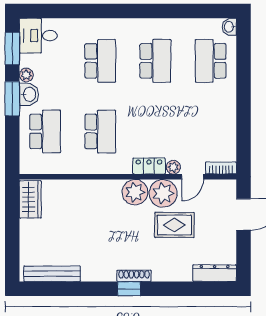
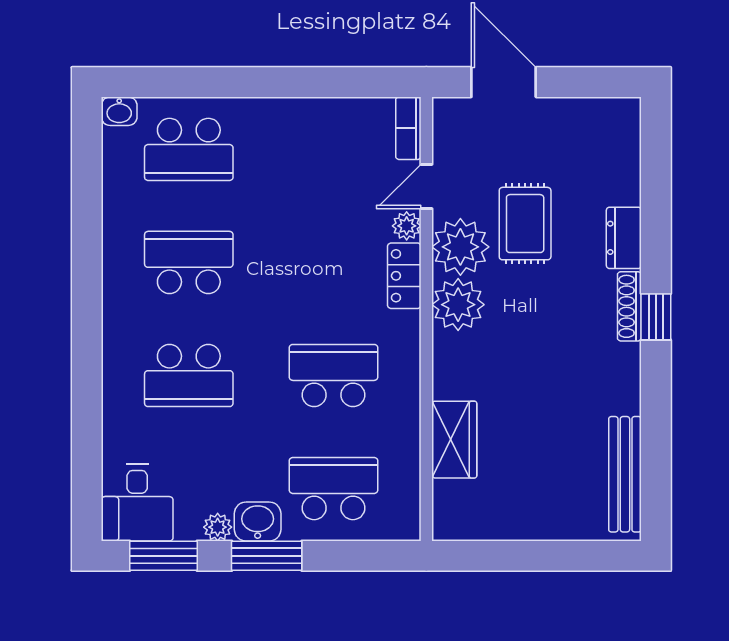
school desk: (100, 61) -> (189, 376), turned 180
door: (192, 177) -> (426, 187), swing flipped
wardrobe: (30, 199) -> (454, 440), moved, turned 90
dresser: (215, 273) -> (624, 238), moved, width x0.70

